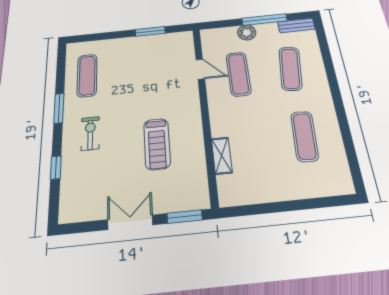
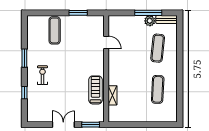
plant: (247, 32) -> (150, 21), moved
exercise mat: (238, 74) -> (128, 48), removed
exercise mat: (87, 75) -> (55, 30), moved
treadmill: (157, 144) -> (96, 90), moved, turned 180

